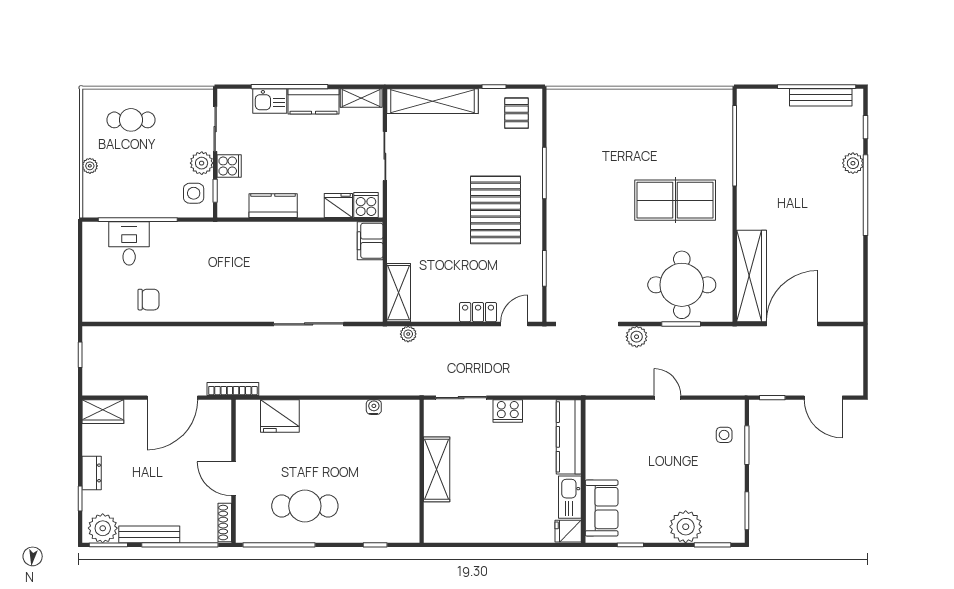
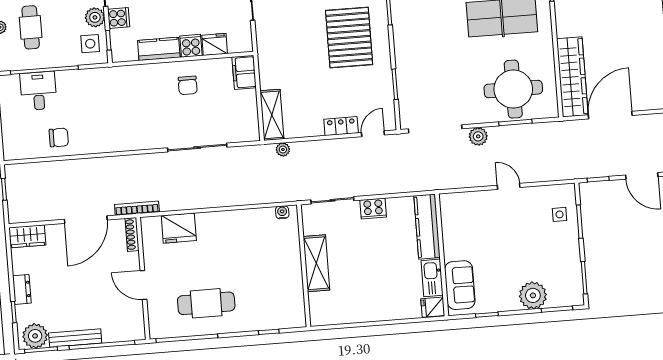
cafe table: (126, 169) -> (31, 27), added
cooker: (366, 205) -> (191, 46), moved
chair: (303, 251) -> (188, 85), added
water cooler: (374, 407) -> (282, 212), moved
shoe rack: (225, 523) -> (132, 234), moved

